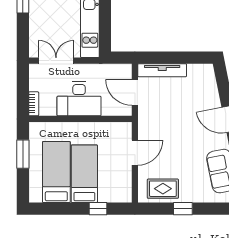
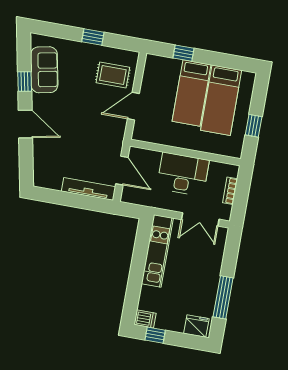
bookcase: (34, 104) -> (230, 191), moved
window: (23, 154) -> (254, 126), width x0.67
rug: (163, 189) -> (113, 75), moved

